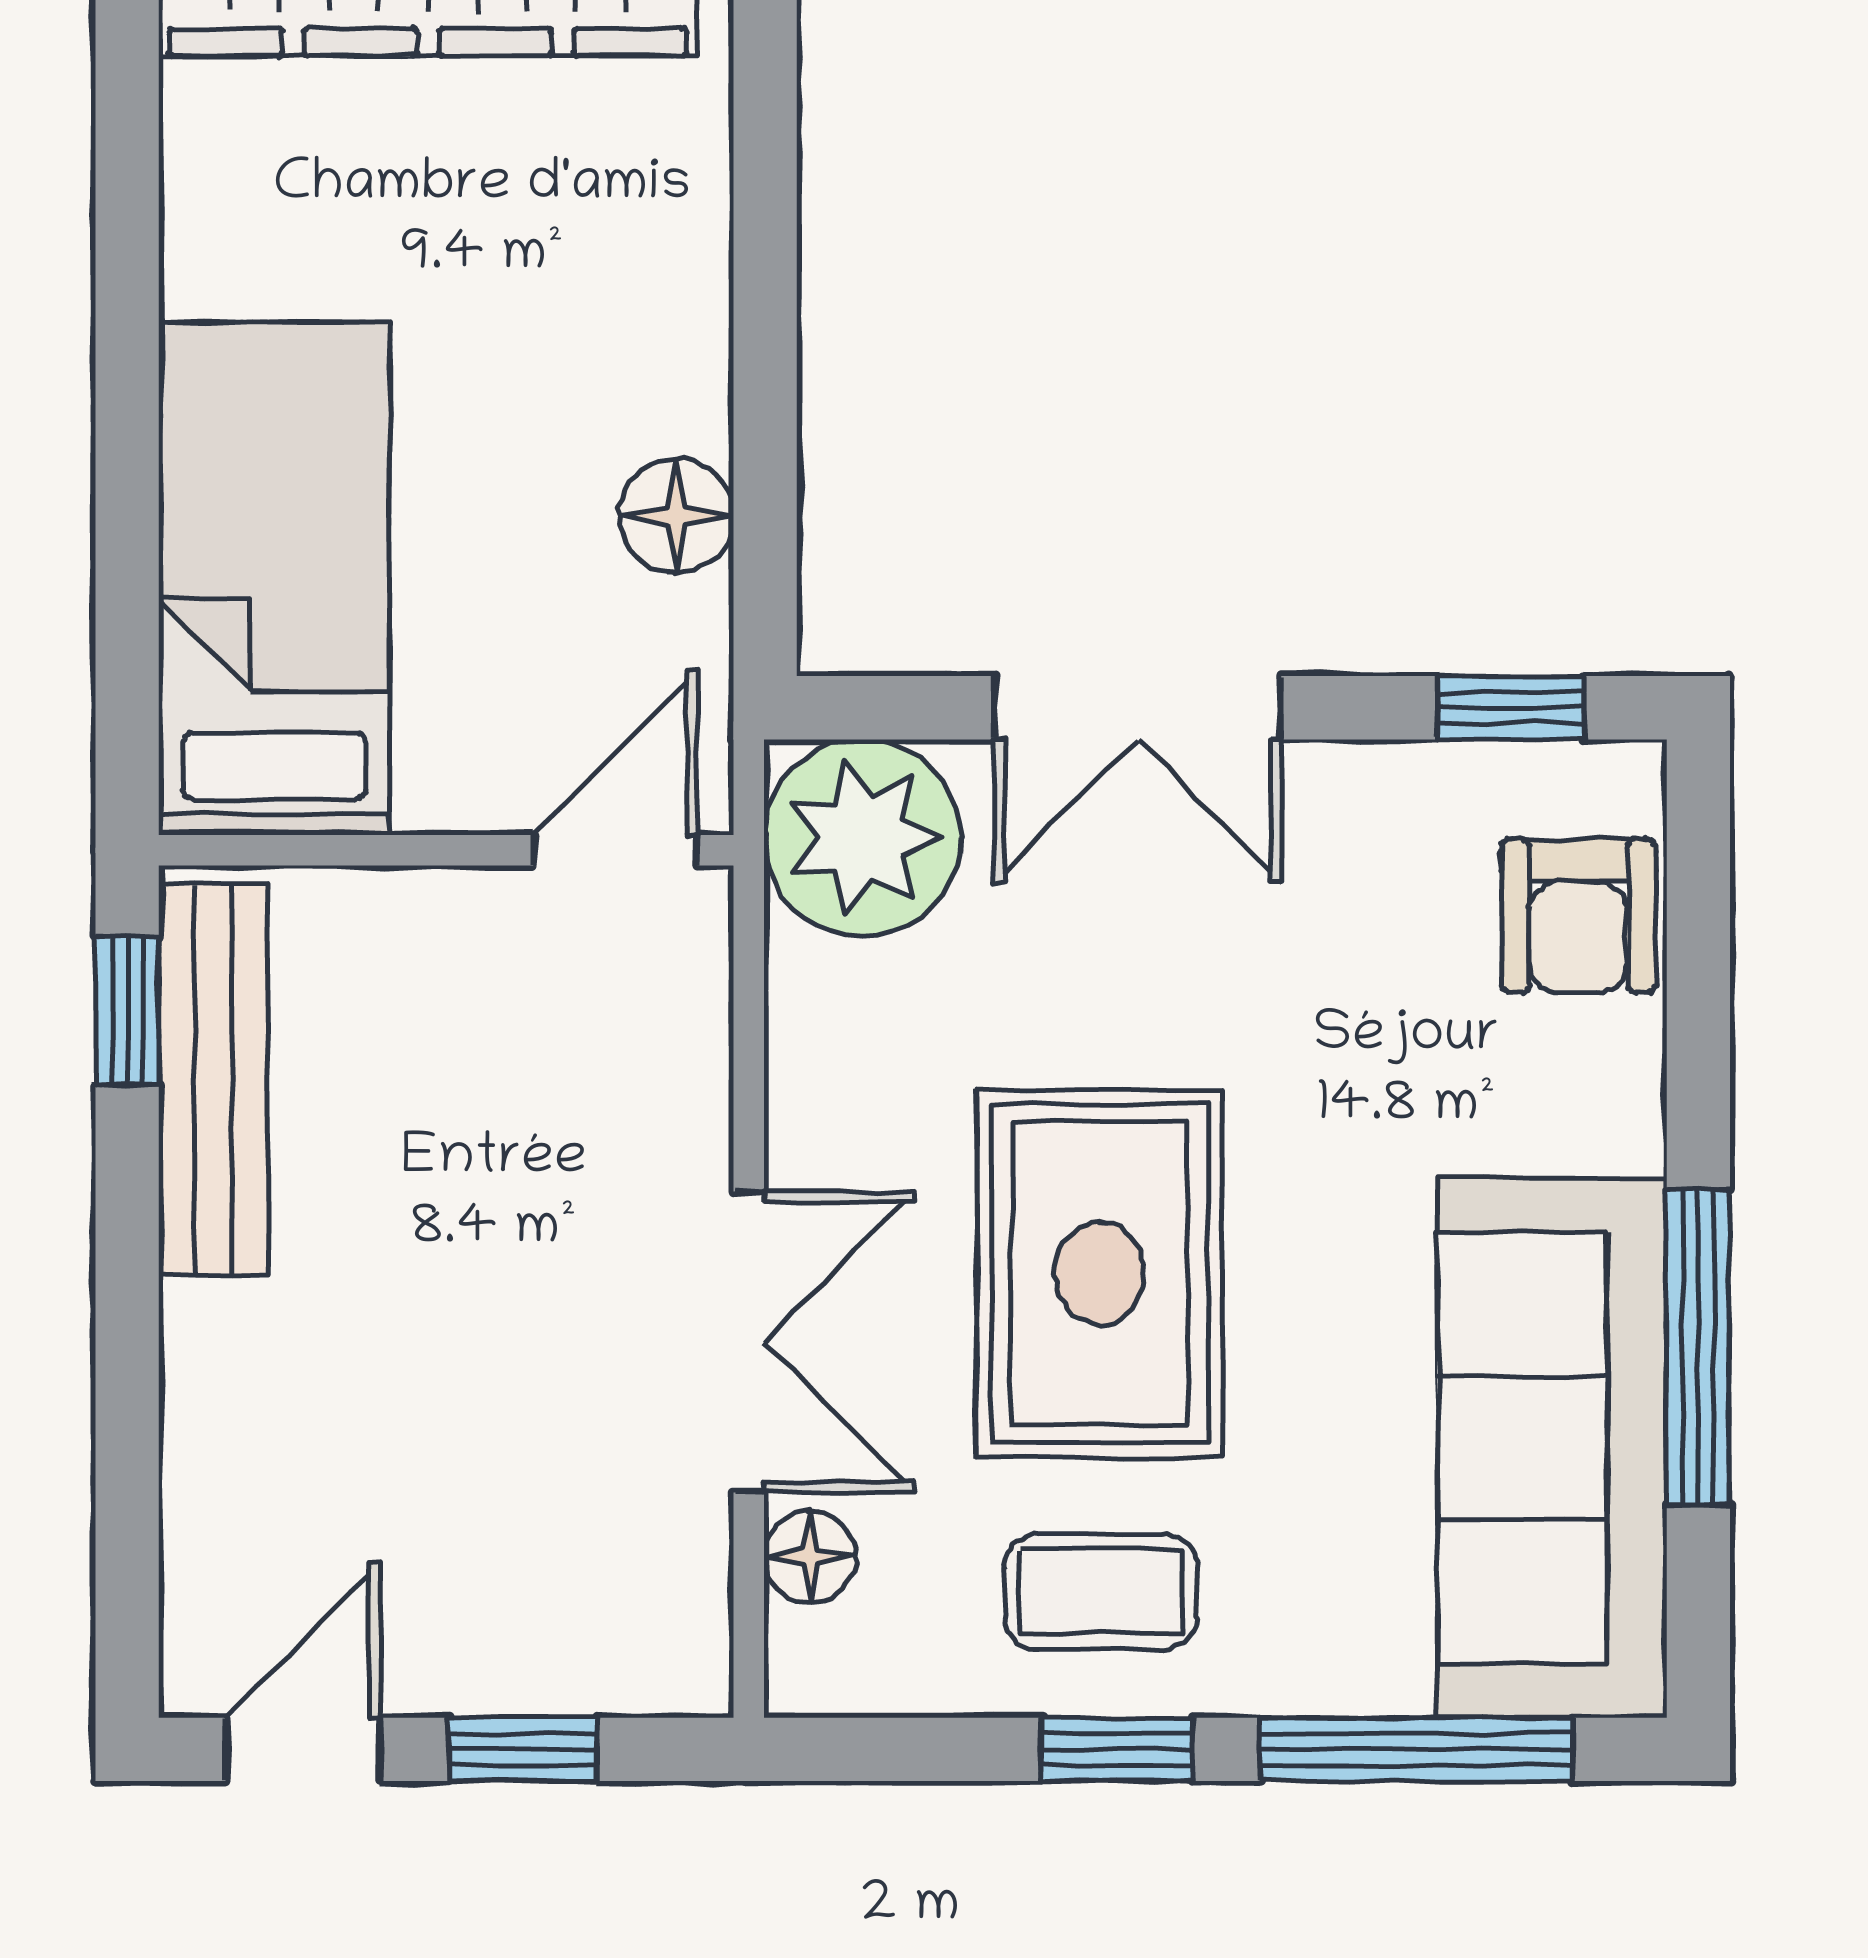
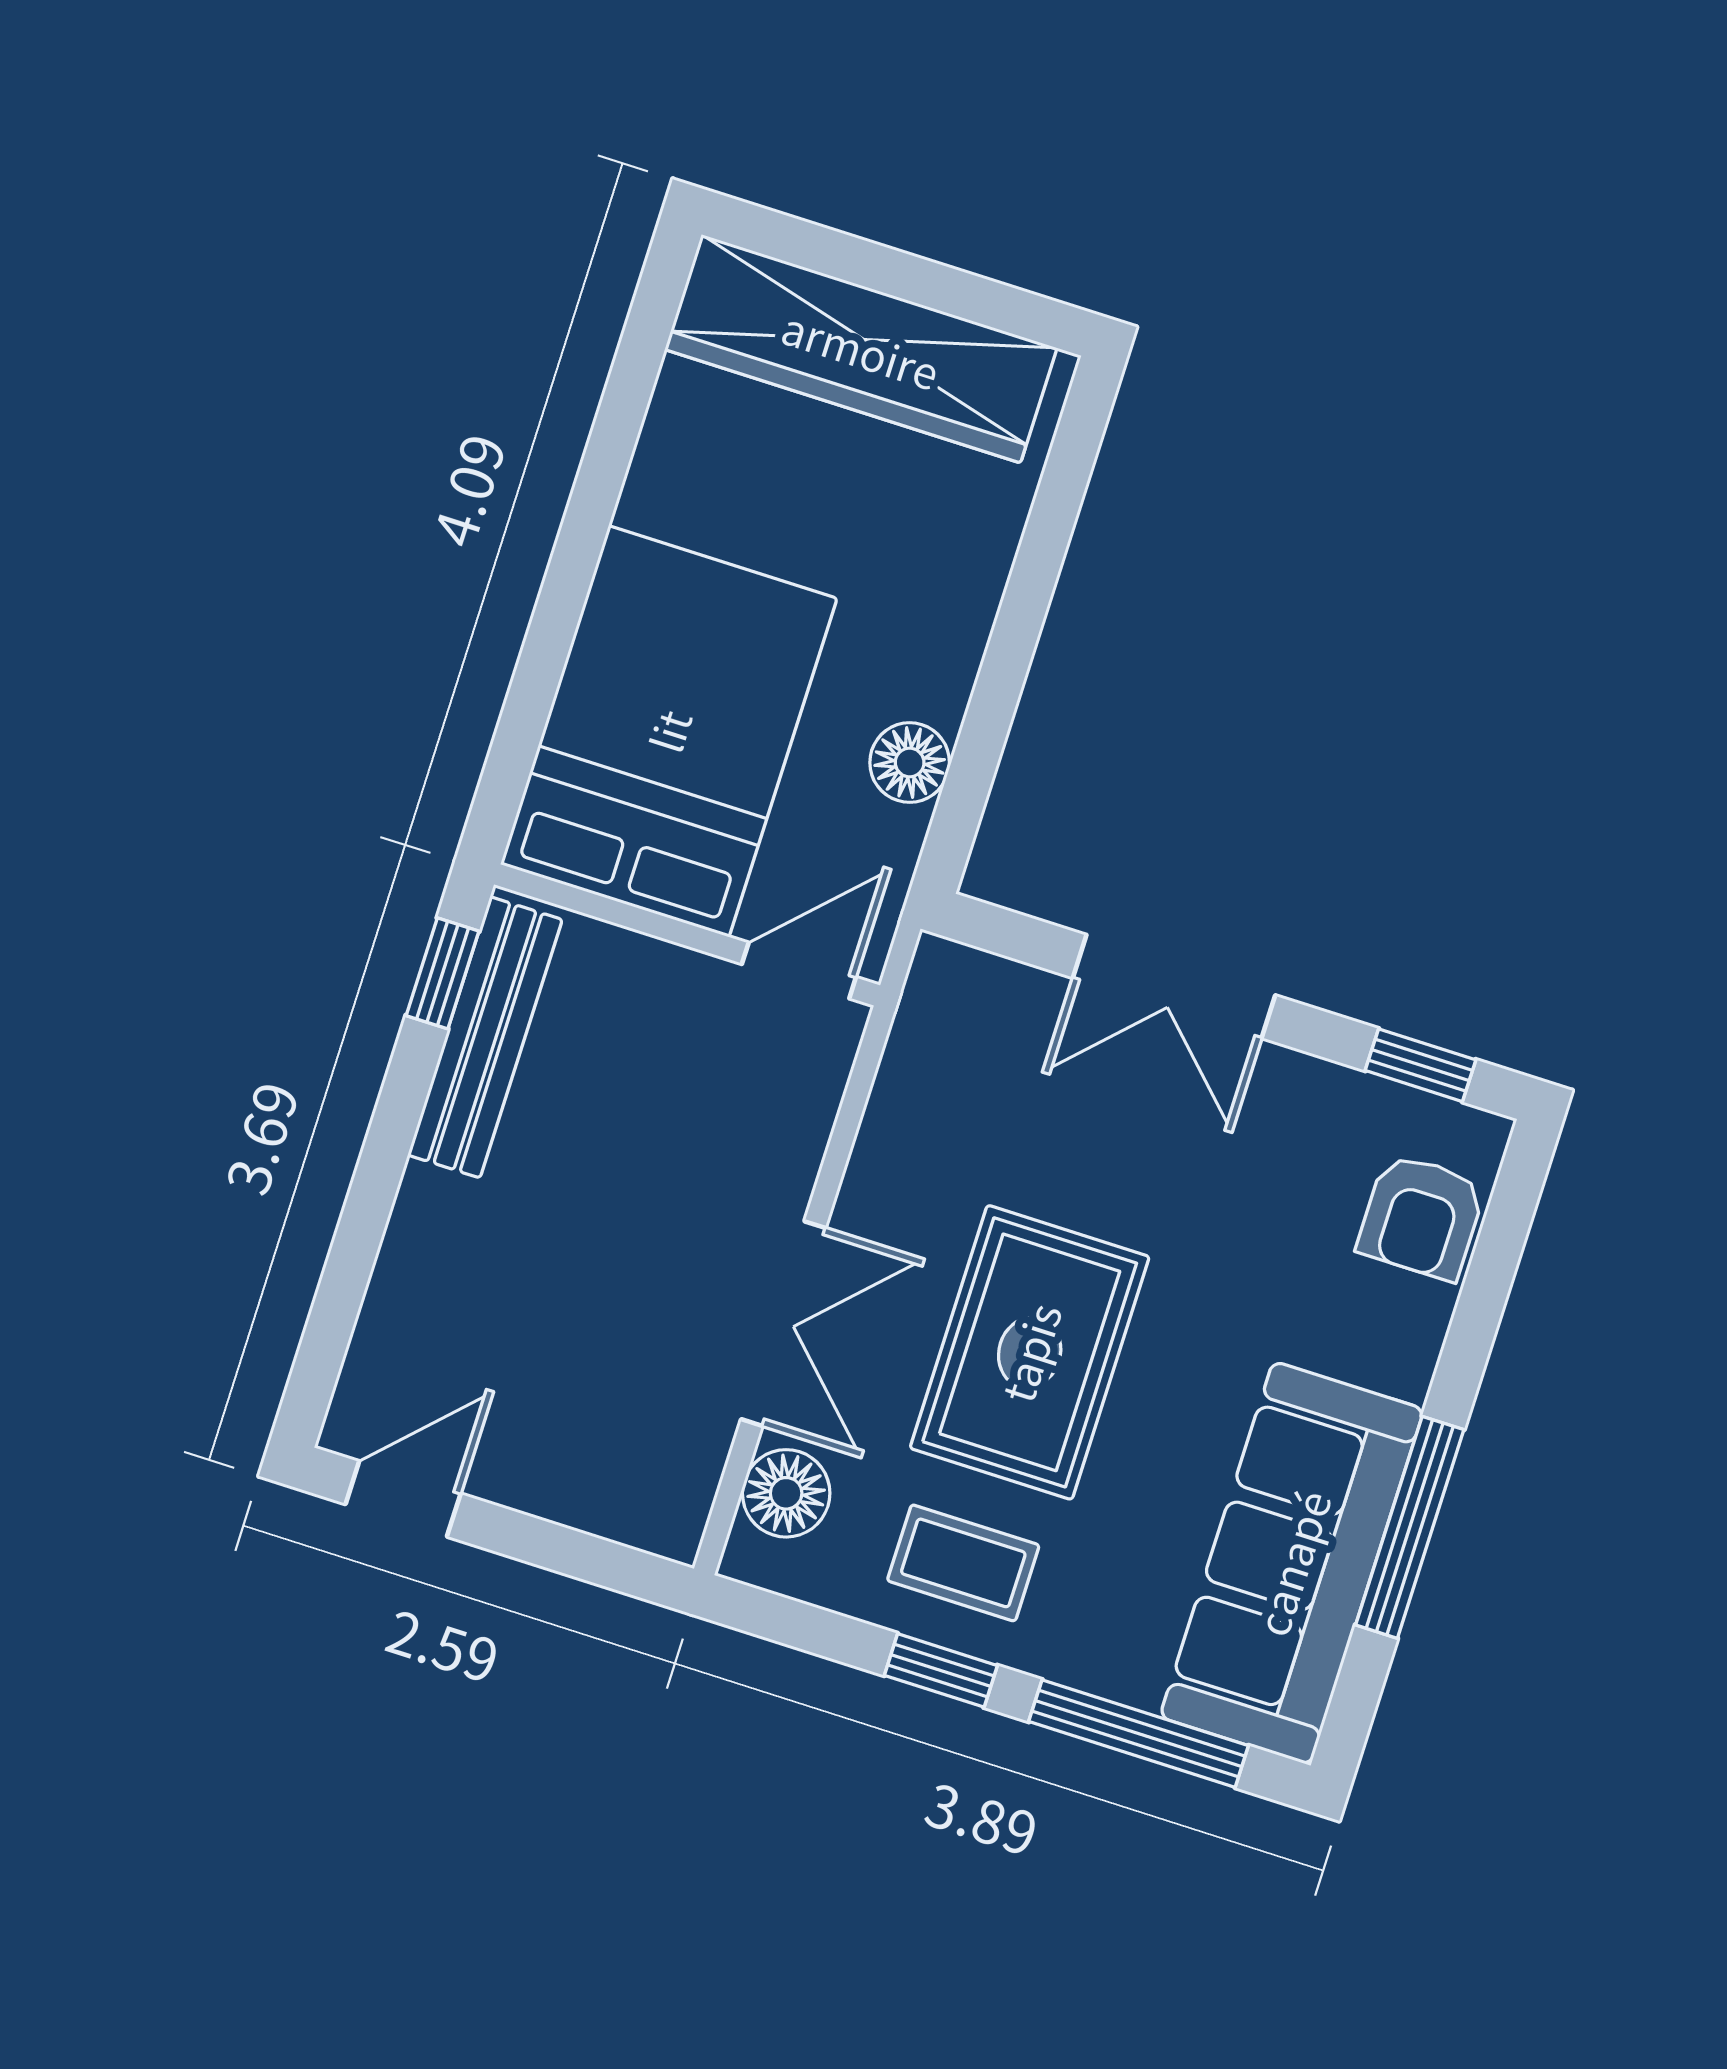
bed: (274, 579) -> (669, 731), width x1.50
plant: (862, 838) -> (965, 1014), removed
floor lamp: (810, 1557) -> (786, 1493), width x1.37, depth x1.37
window: (523, 1749) -> (548, 1545), removed

